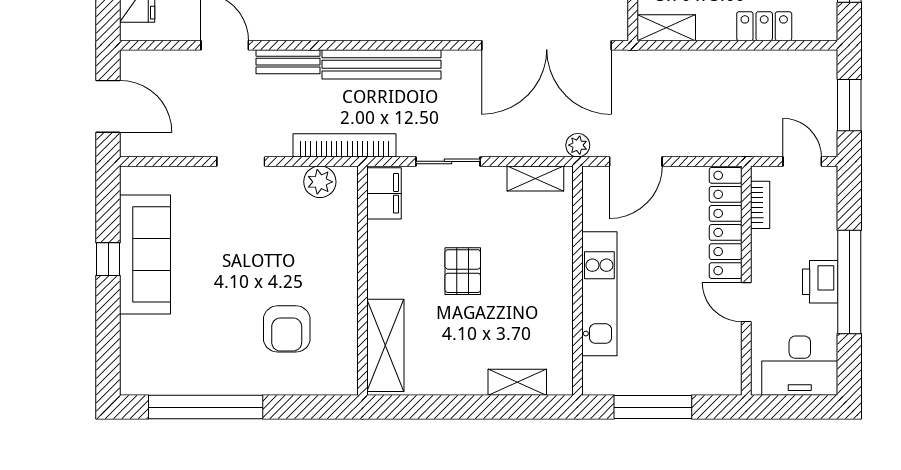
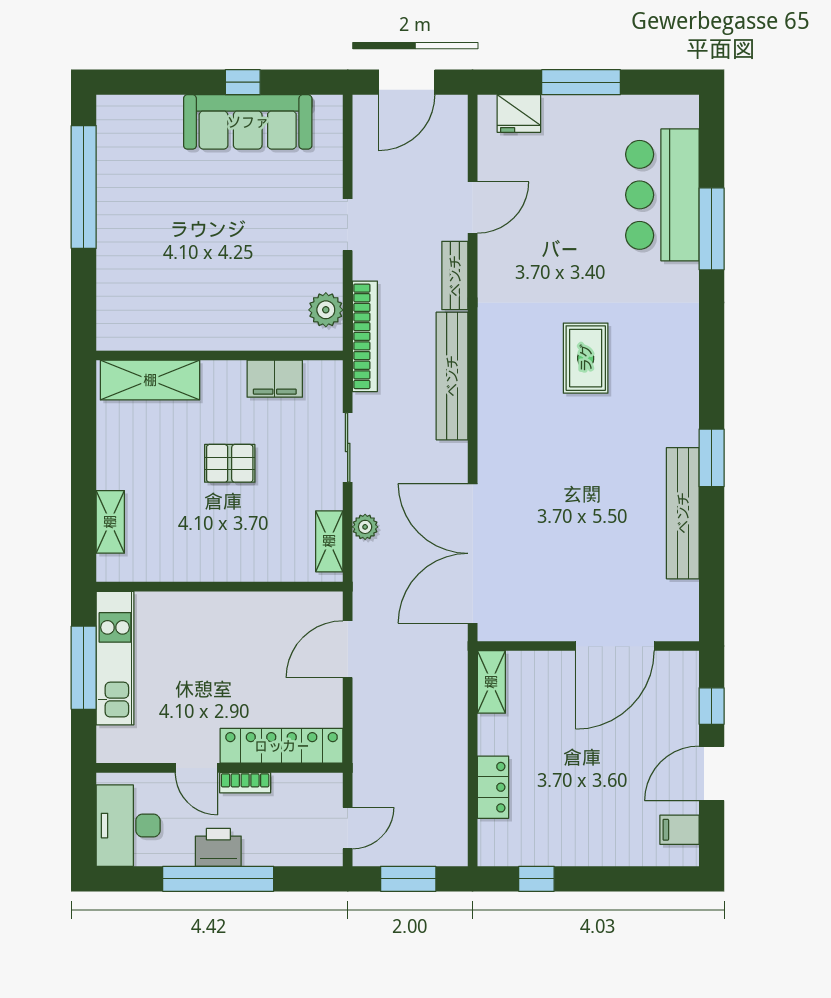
plant: (578, 145) -> (365, 527), moved
door: (636, 161) -> (348, 649), hinge flipped
filing cabinet: (384, 193) -> (275, 379), moved
bookcase: (760, 205) -> (245, 783), moved
kitchen unit: (599, 294) -> (115, 658), moved, turned -90
door: (746, 302) -> (196, 768), swing flipped
armchair: (287, 329) -> (168, 274), removed

